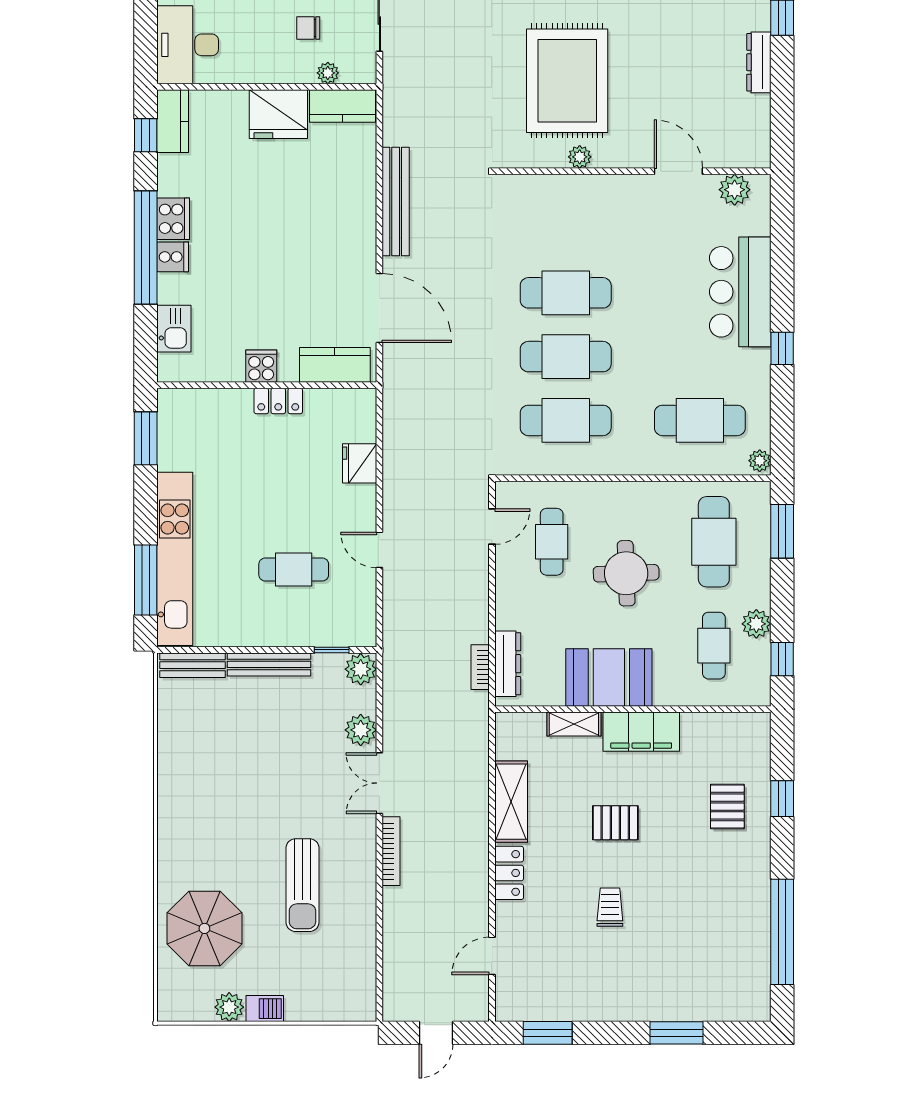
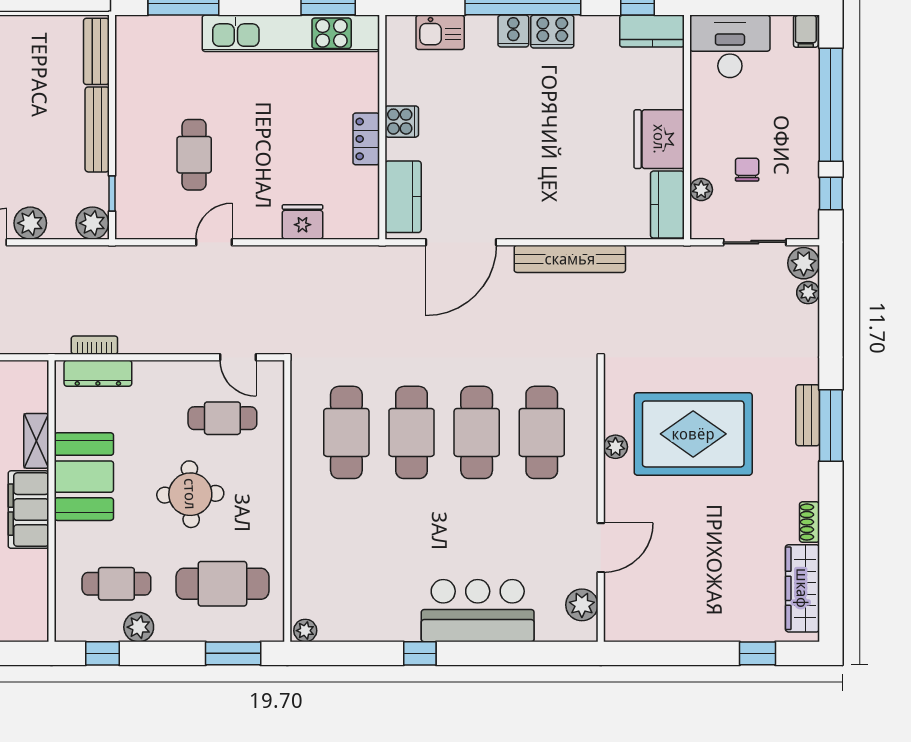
dresser: (759, 62) -> (712, 630), removed
cafe table: (700, 420) -> (542, 432), moved
kitchen unit: (175, 559) -> (291, 33), moved

